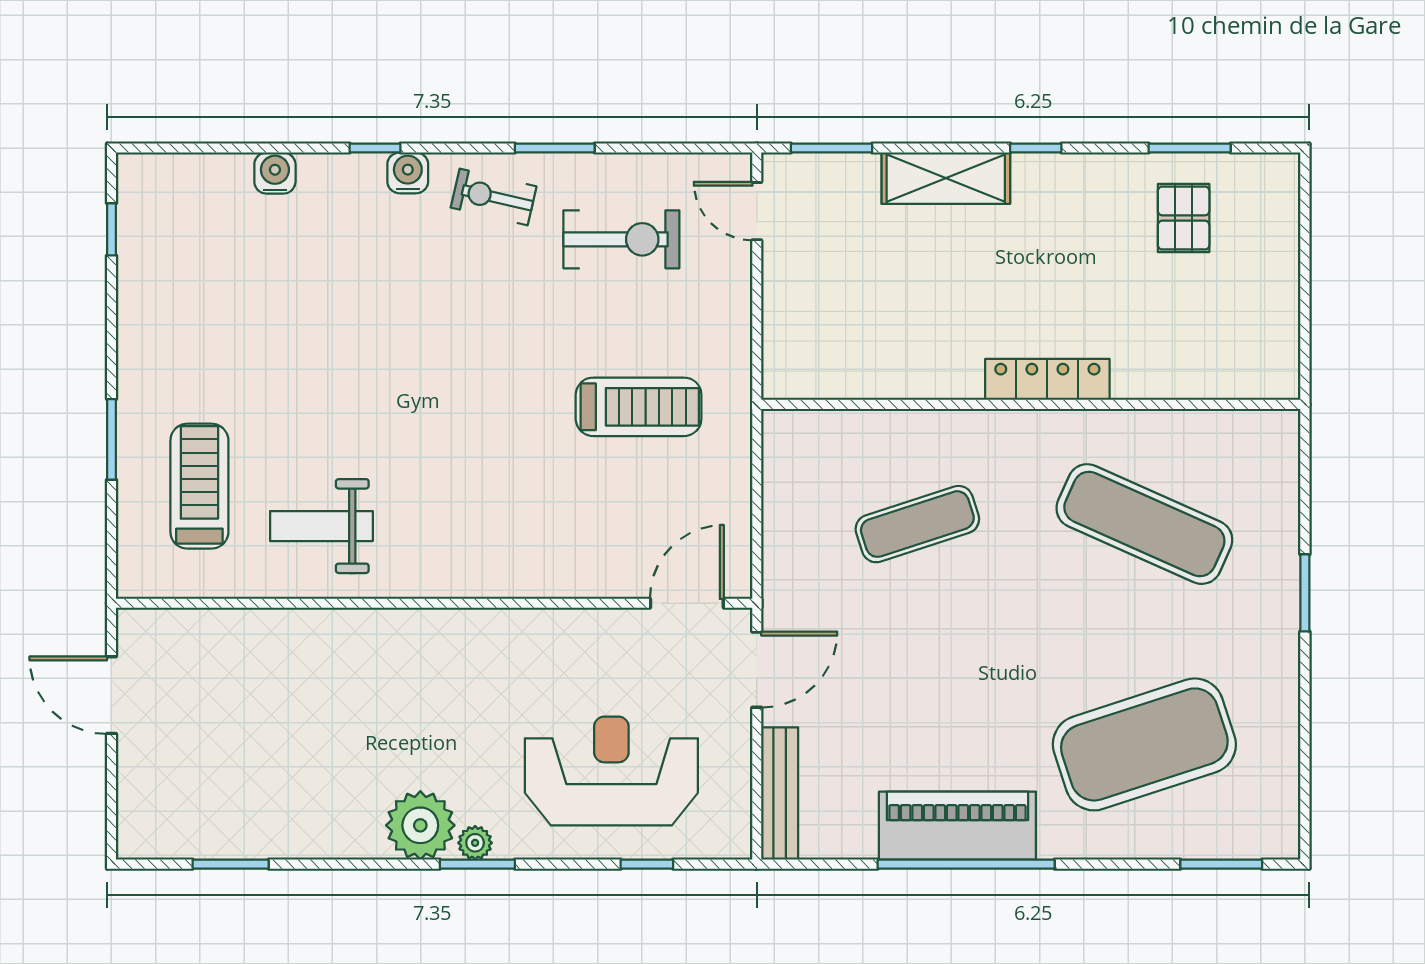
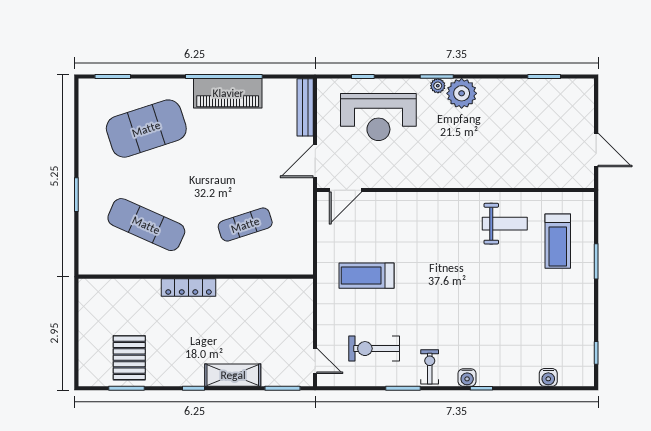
water cooler: (275, 173) -> (548, 377), moved
exercise bike: (494, 197) -> (430, 367), turned -103
pallet: (1184, 218) -> (129, 358), width x1.50, depth x1.42

